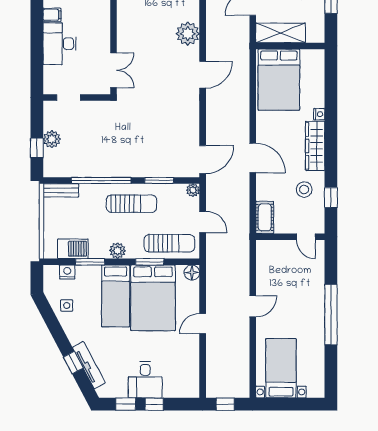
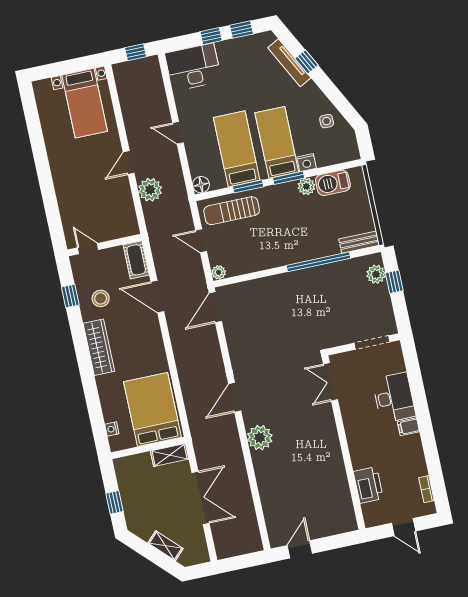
shelving: (281, 33) -> (170, 455), width x0.67, depth x0.75
doorway: (69, 98) -> (372, 343), width x1.38
nightstand: (319, 114) -> (112, 429), moved
plant: (52, 139) -> (376, 274), moved
door: (253, 158) -> (157, 297), moved
window: (159, 180) -> (257, 275), removed
sun lounger: (131, 204) -> (281, 244), removed
plant: (118, 251) -> (306, 186), moved
window: (90, 262) -> (289, 178), moved
nightstand: (67, 272) -> (307, 163), moved
plant: (239, 278) -> (150, 190), added
bed: (153, 298) -> (237, 149), width x0.67
window: (331, 315) -> (44, 172), removed
door: (203, 324) -> (178, 133), swing flipped
desk: (145, 380) -> (193, 67), moved, width x1.37

